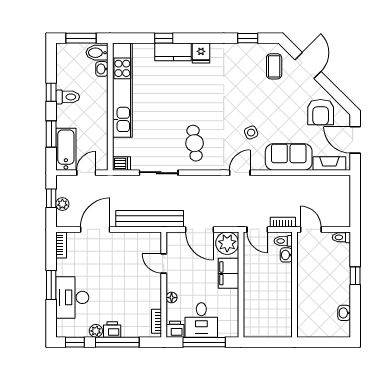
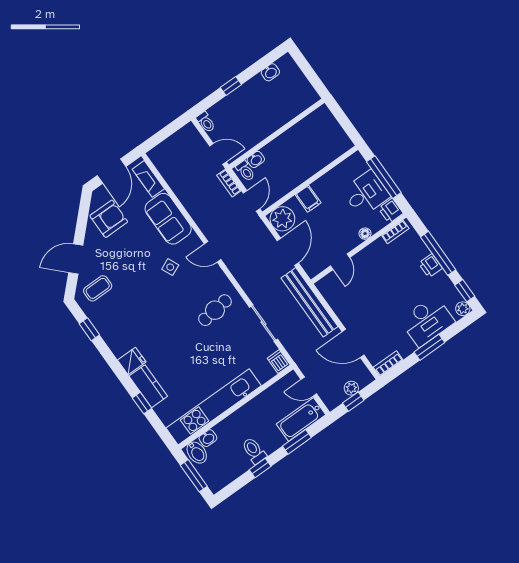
door: (311, 229) -> (218, 154), swing flipped
filing cabinet: (228, 273) -> (308, 199), width x0.50
plant: (96, 331) -> (463, 309), moved

